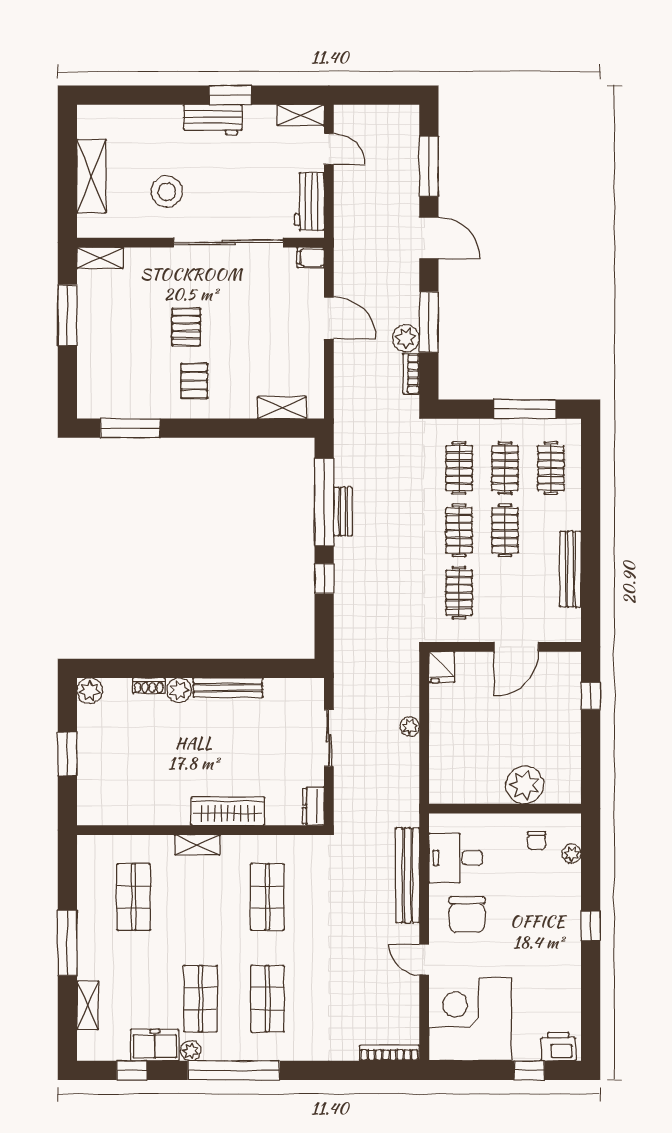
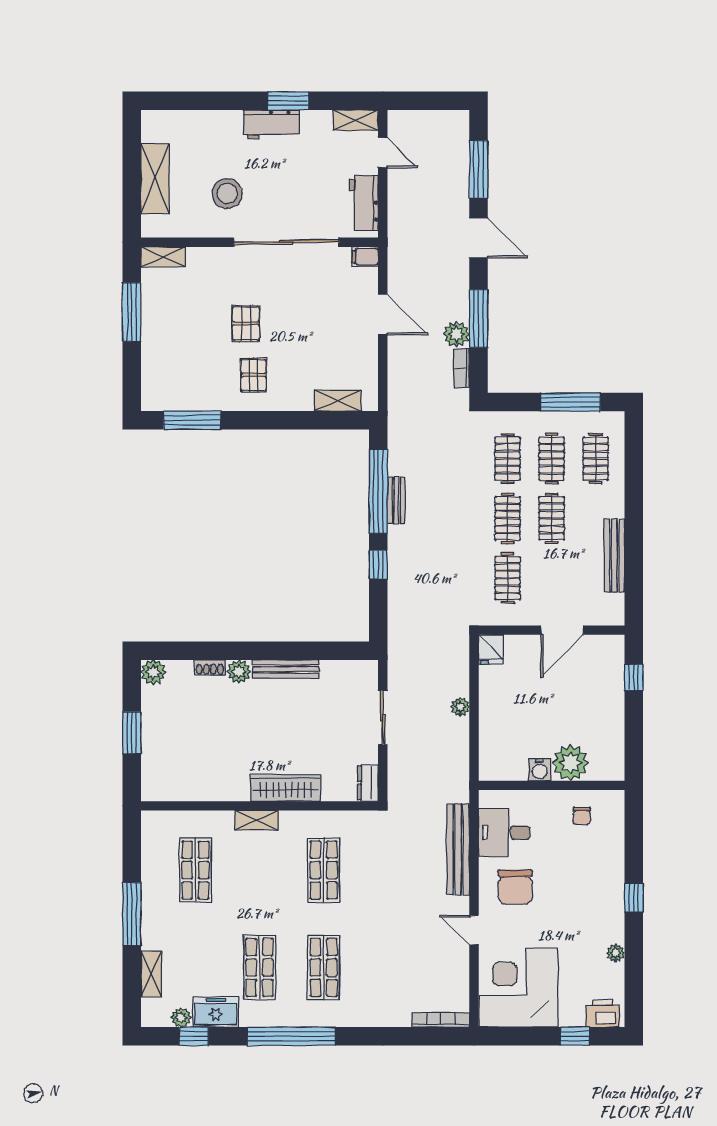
water cooler: (492, 792) -> (540, 770), added
plant: (572, 854) -> (616, 953), moved
plant: (191, 1051) -> (181, 1018), moved

